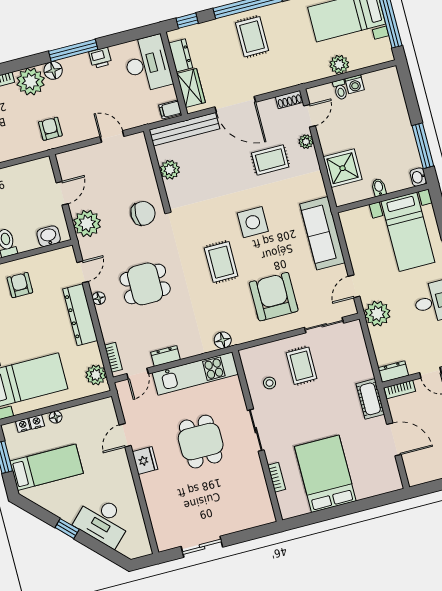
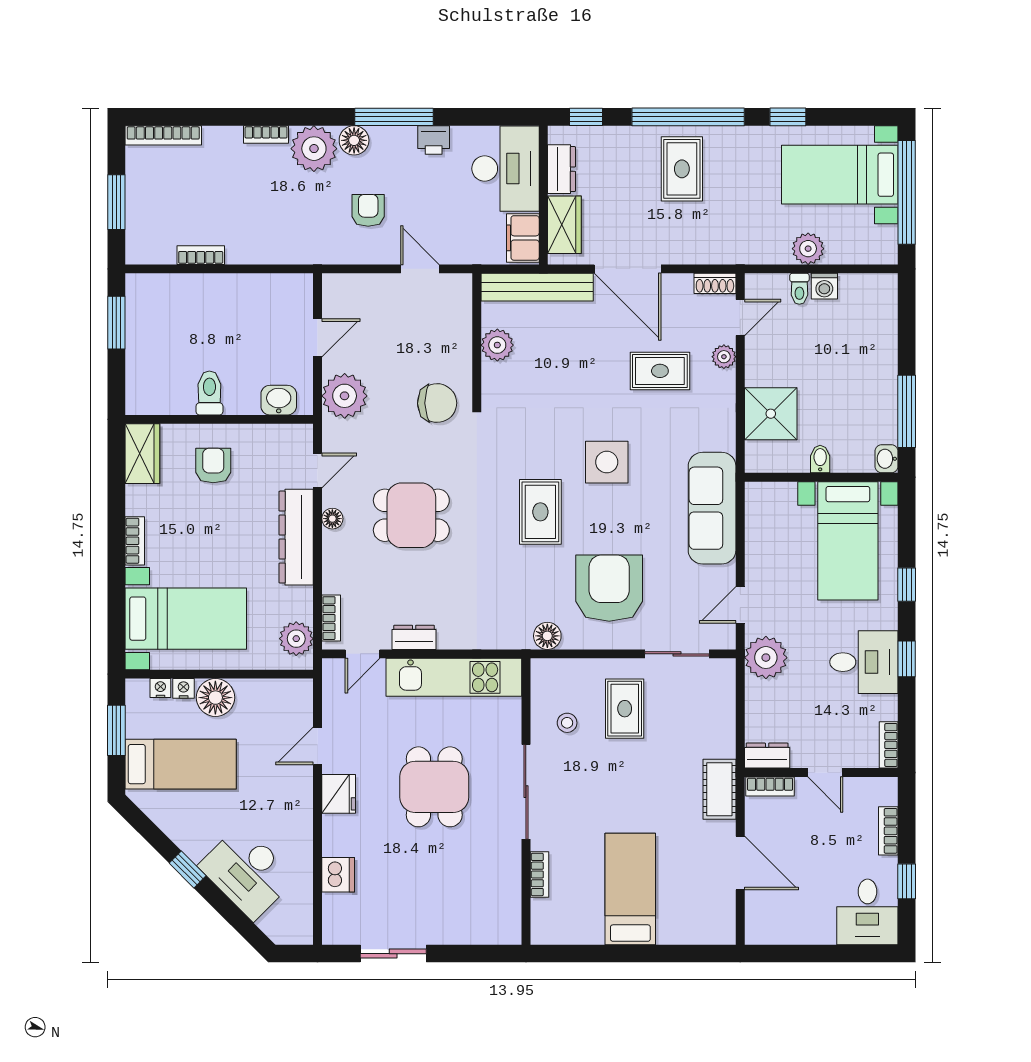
filing cabinet: (170, 109) -> (523, 238), width x2.00
armchair: (50, 129) -> (368, 210), moved
floor lamp: (223, 340) -> (547, 636), moved
floor lamp: (56, 417) -> (215, 698), width x1.89, depth x1.89
sliding door: (256, 430) -> (526, 792), width x1.37
bed: (325, 474) -> (630, 889), width x0.67
dishwasher: (157, 508) -> (338, 875), added

